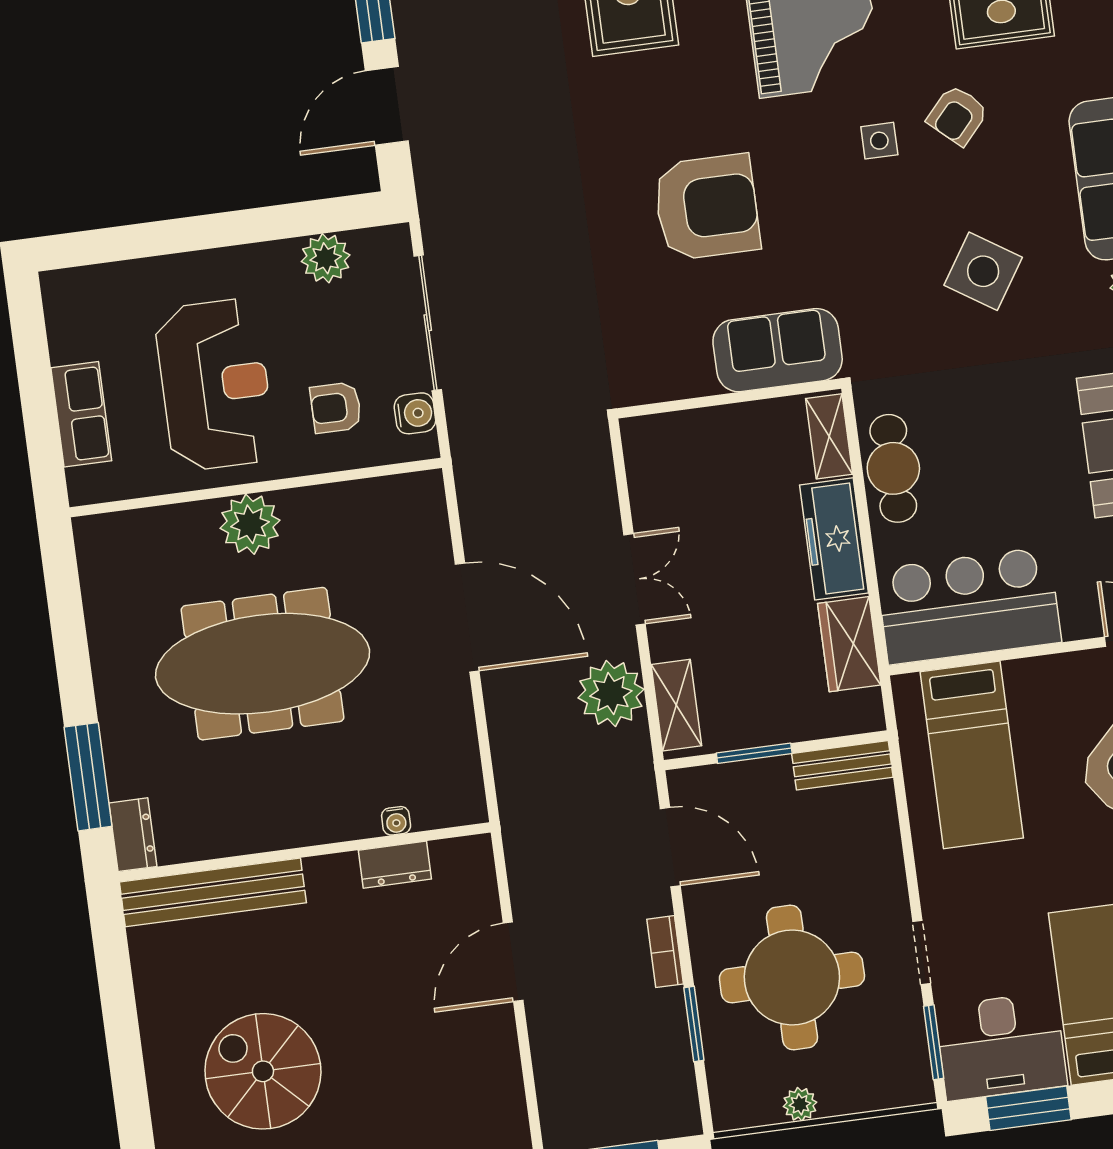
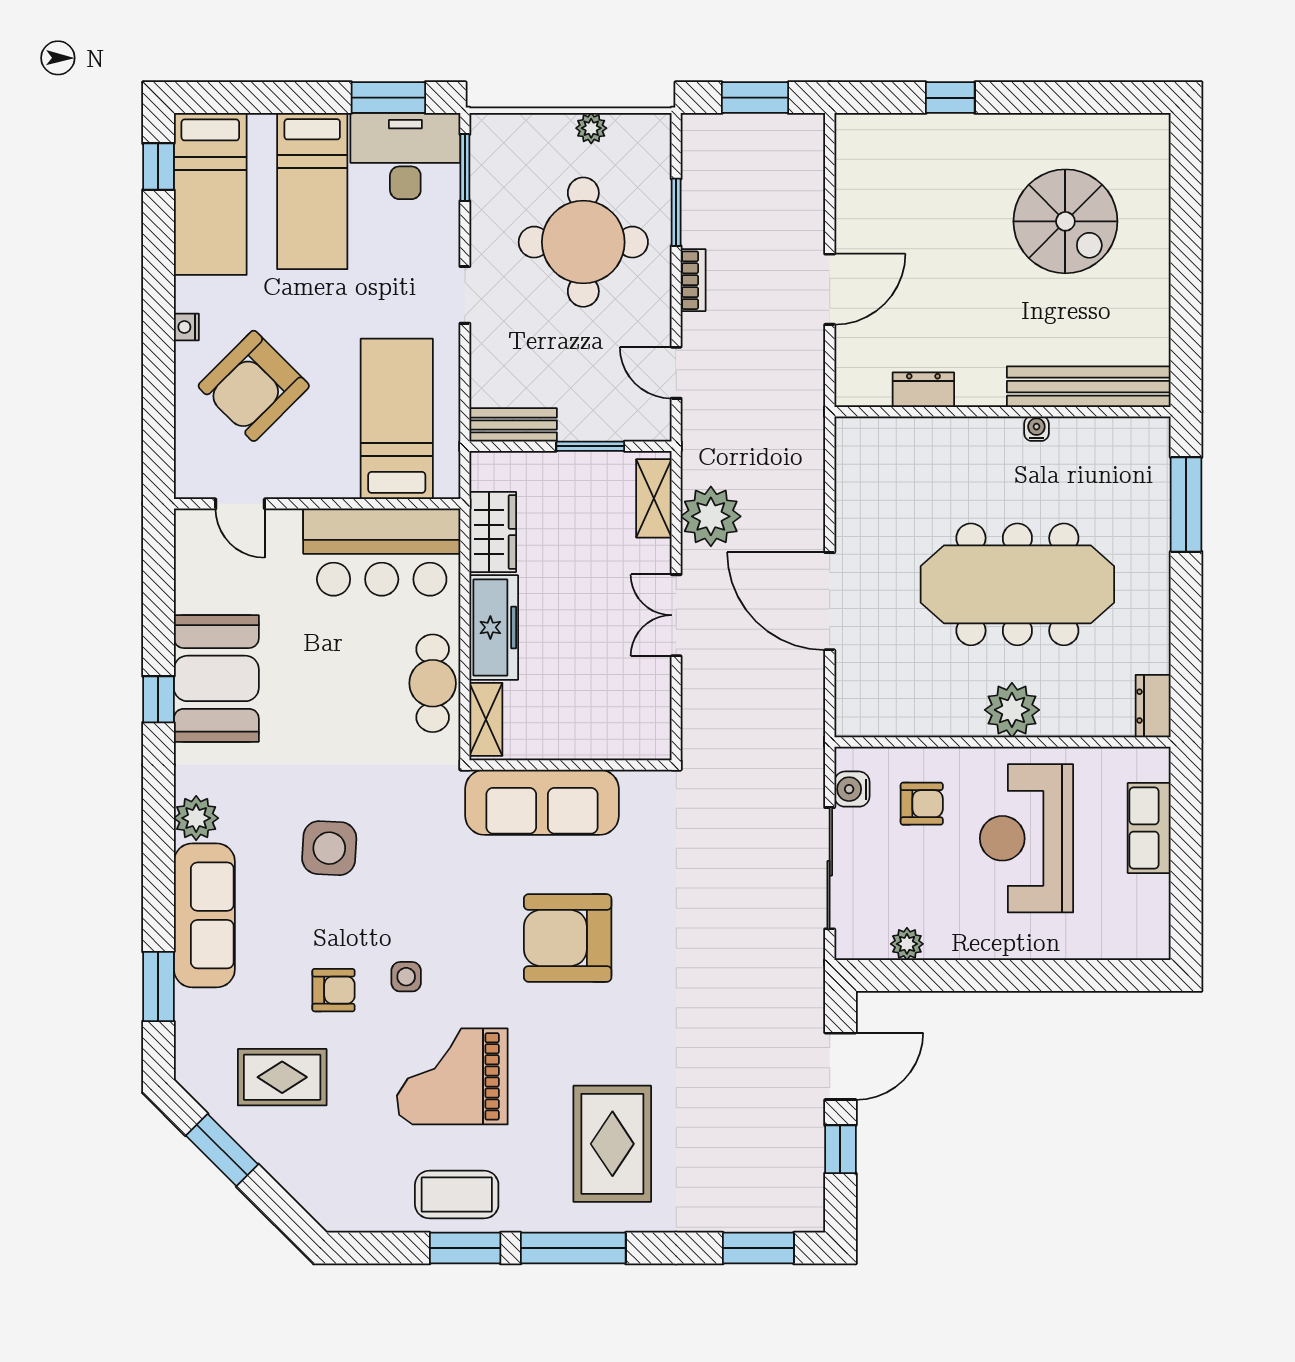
armchair: (957, 115) -> (333, 990), turned 48
plant: (326, 258) -> (907, 944), width x0.73, depth x0.73
side table: (983, 271) -> (329, 848), turned -30
sofa: (778, 350) -> (542, 802), width x1.36
water cooler: (396, 821) -> (1036, 429), moved
dresser: (133, 835) -> (1153, 706), moved
door: (670, 847) -> (676, 373), width x0.73
doorway: (922, 952) -> (465, 295), moved

